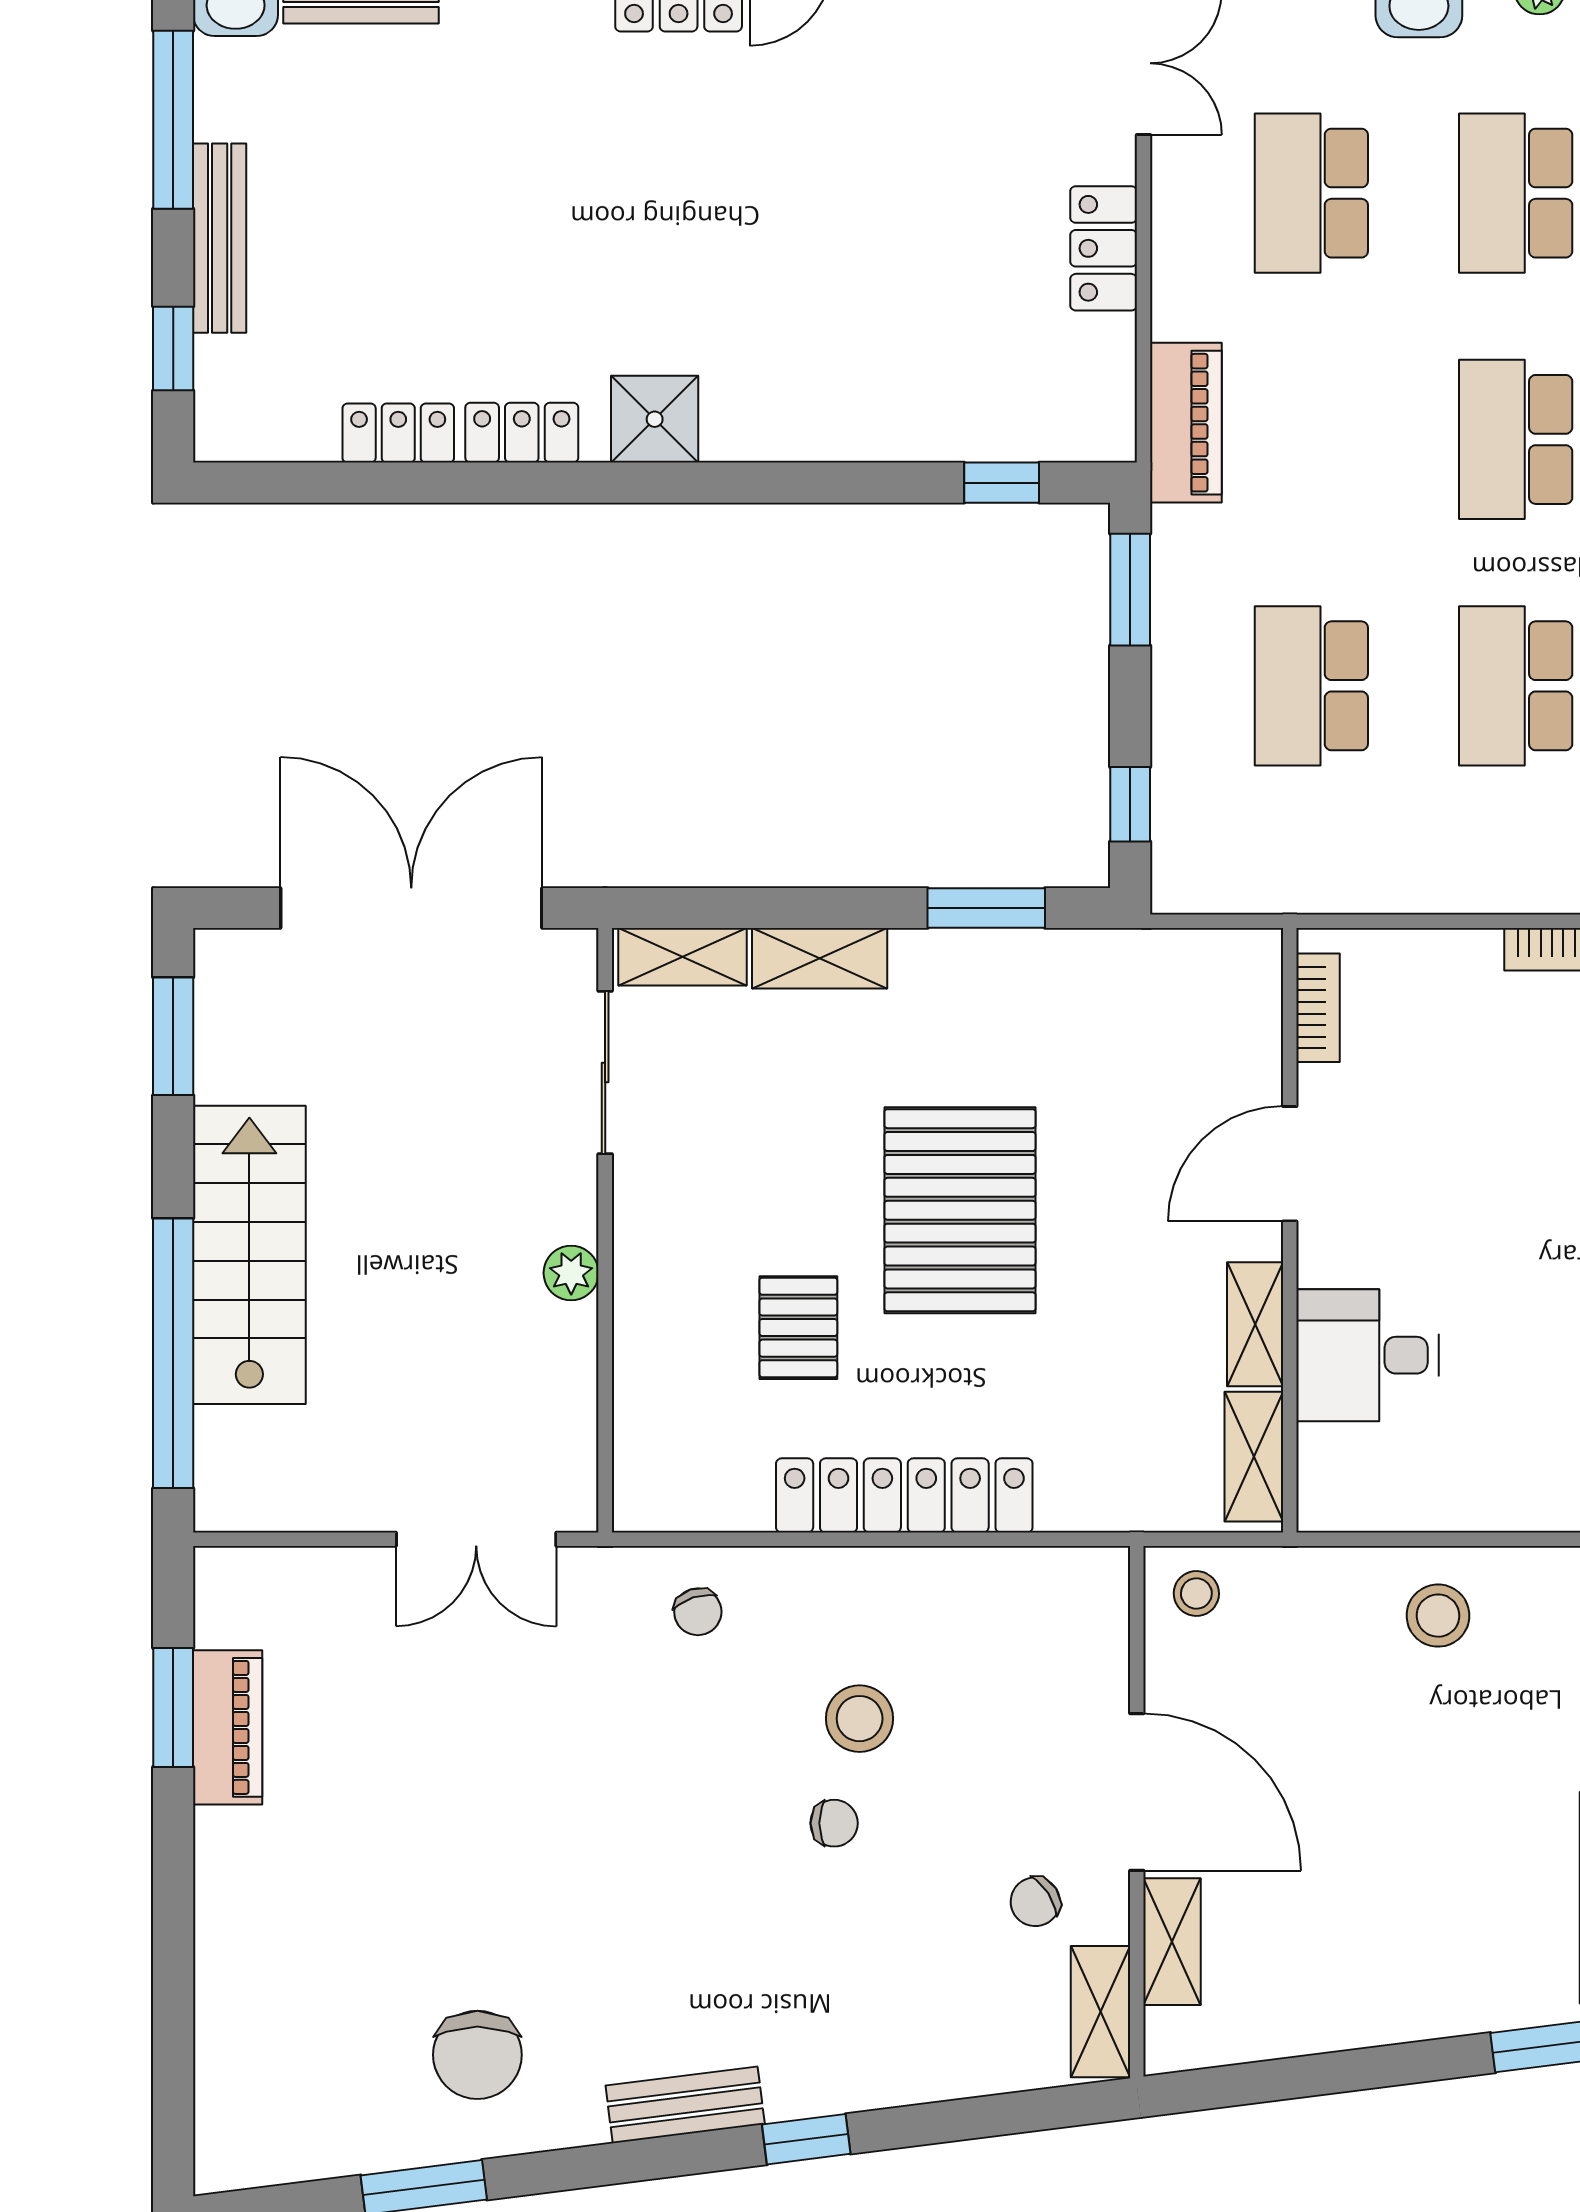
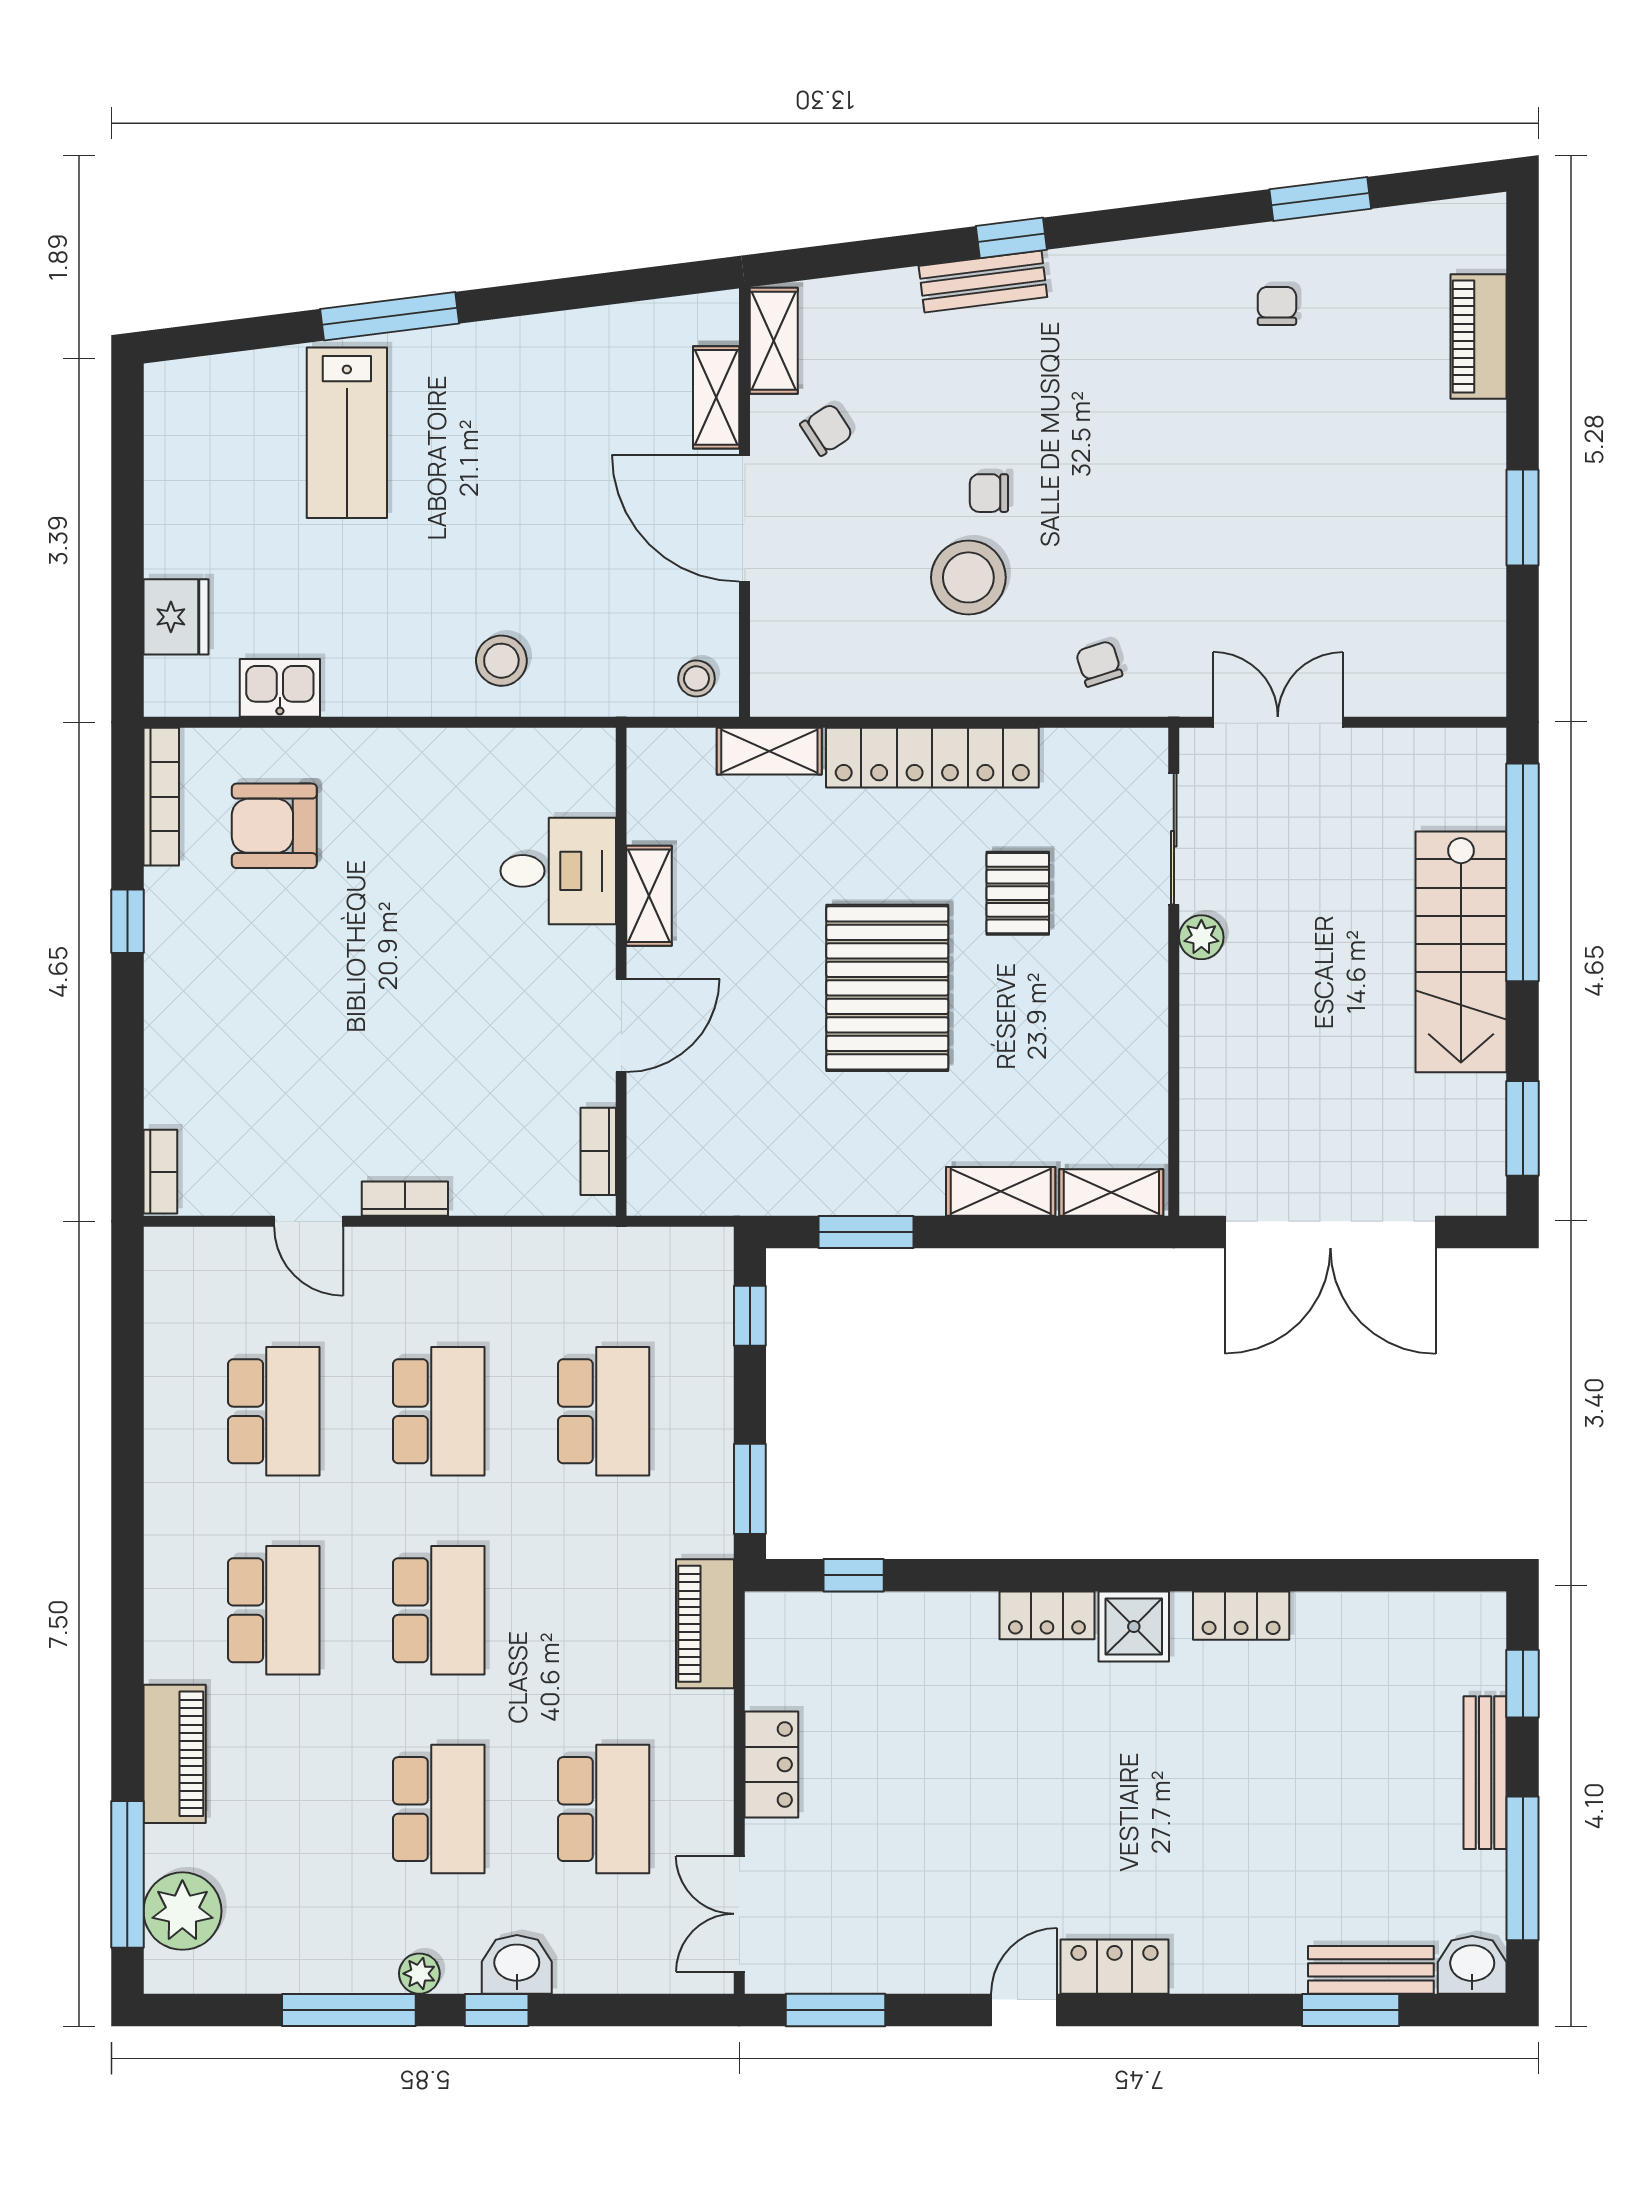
locker: (398, 433) -> (1047, 1615), moved
sliding door: (605, 1073) -> (1174, 839), moved
shelving: (1254, 1457) -> (769, 751), moved, turned 90
window: (173, 1707) -> (1523, 517), moved
stool: (860, 1719) -> (968, 577), width x1.38, depth x1.38
piano: (228, 1727) -> (1479, 337), moved
chair: (477, 2055) -> (1277, 306), width x0.54, depth x0.54
bench: (685, 2105) -> (983, 281), moved

